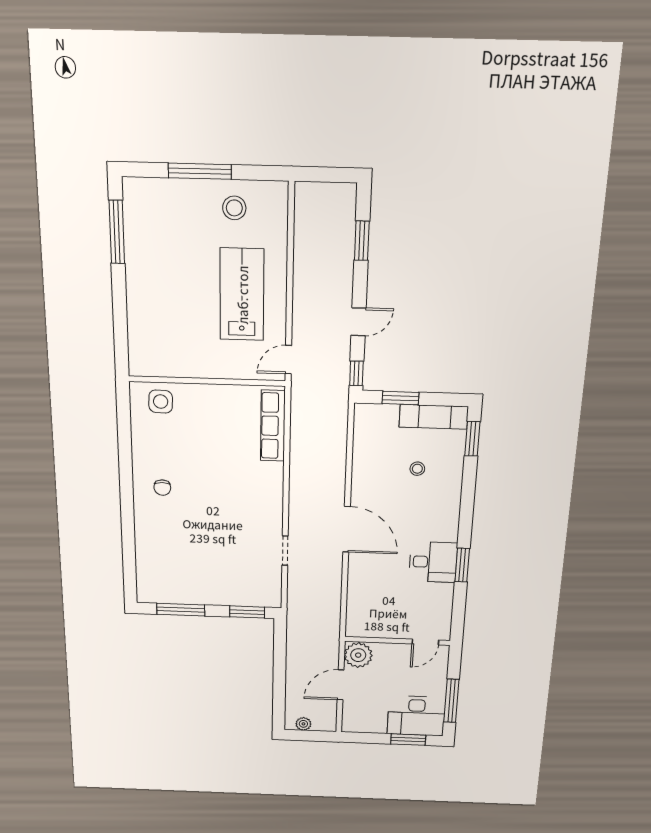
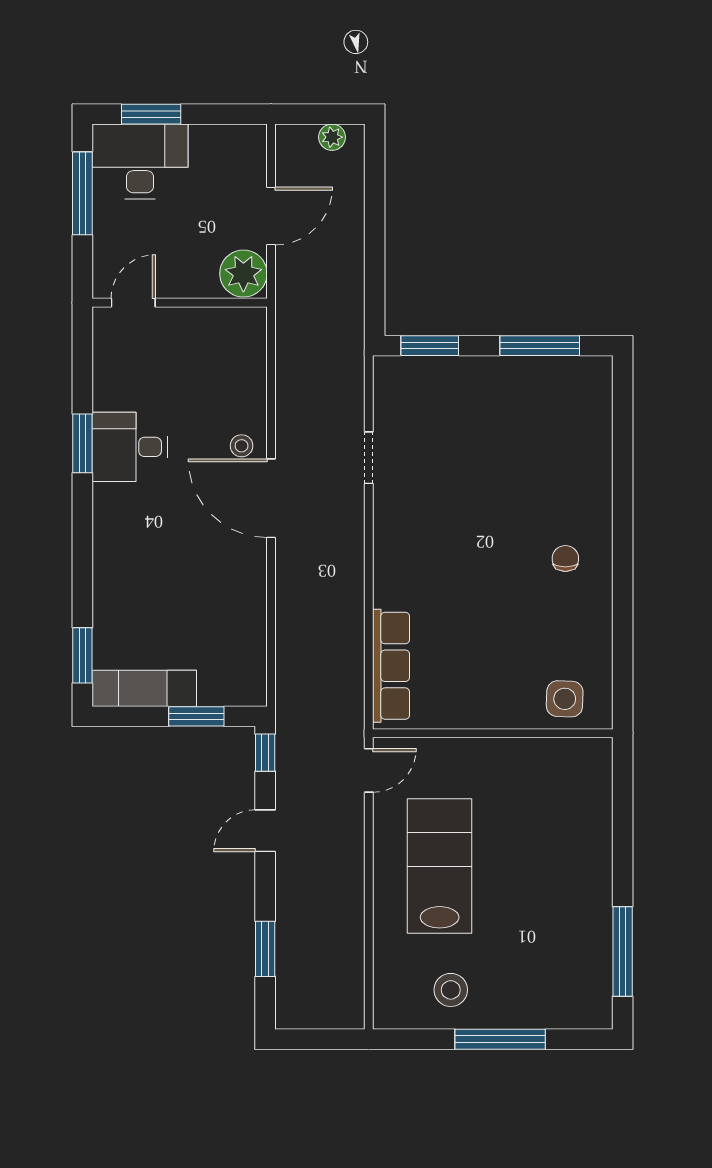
lab bench: (242, 295) -> (440, 866), turned 180
stool: (417, 469) -> (242, 446), moved

